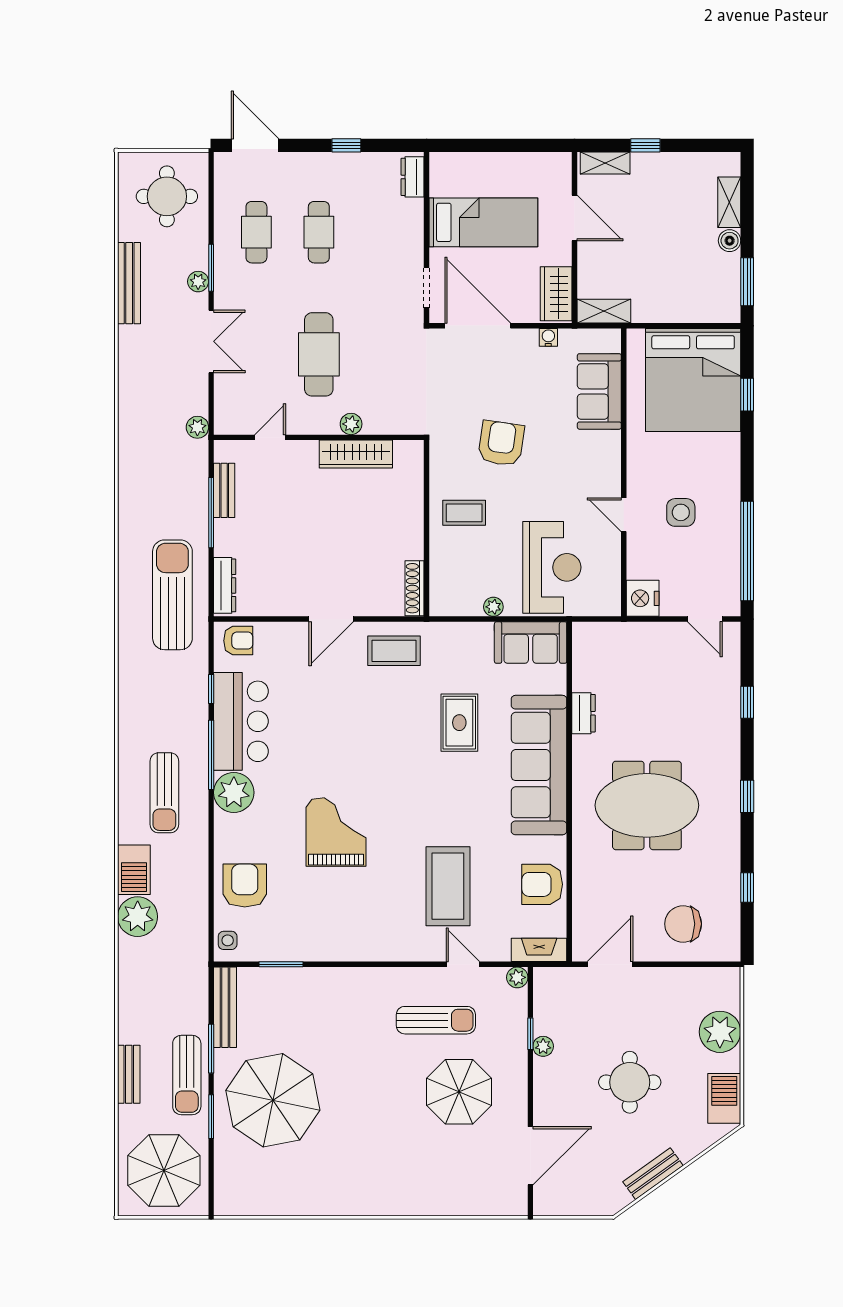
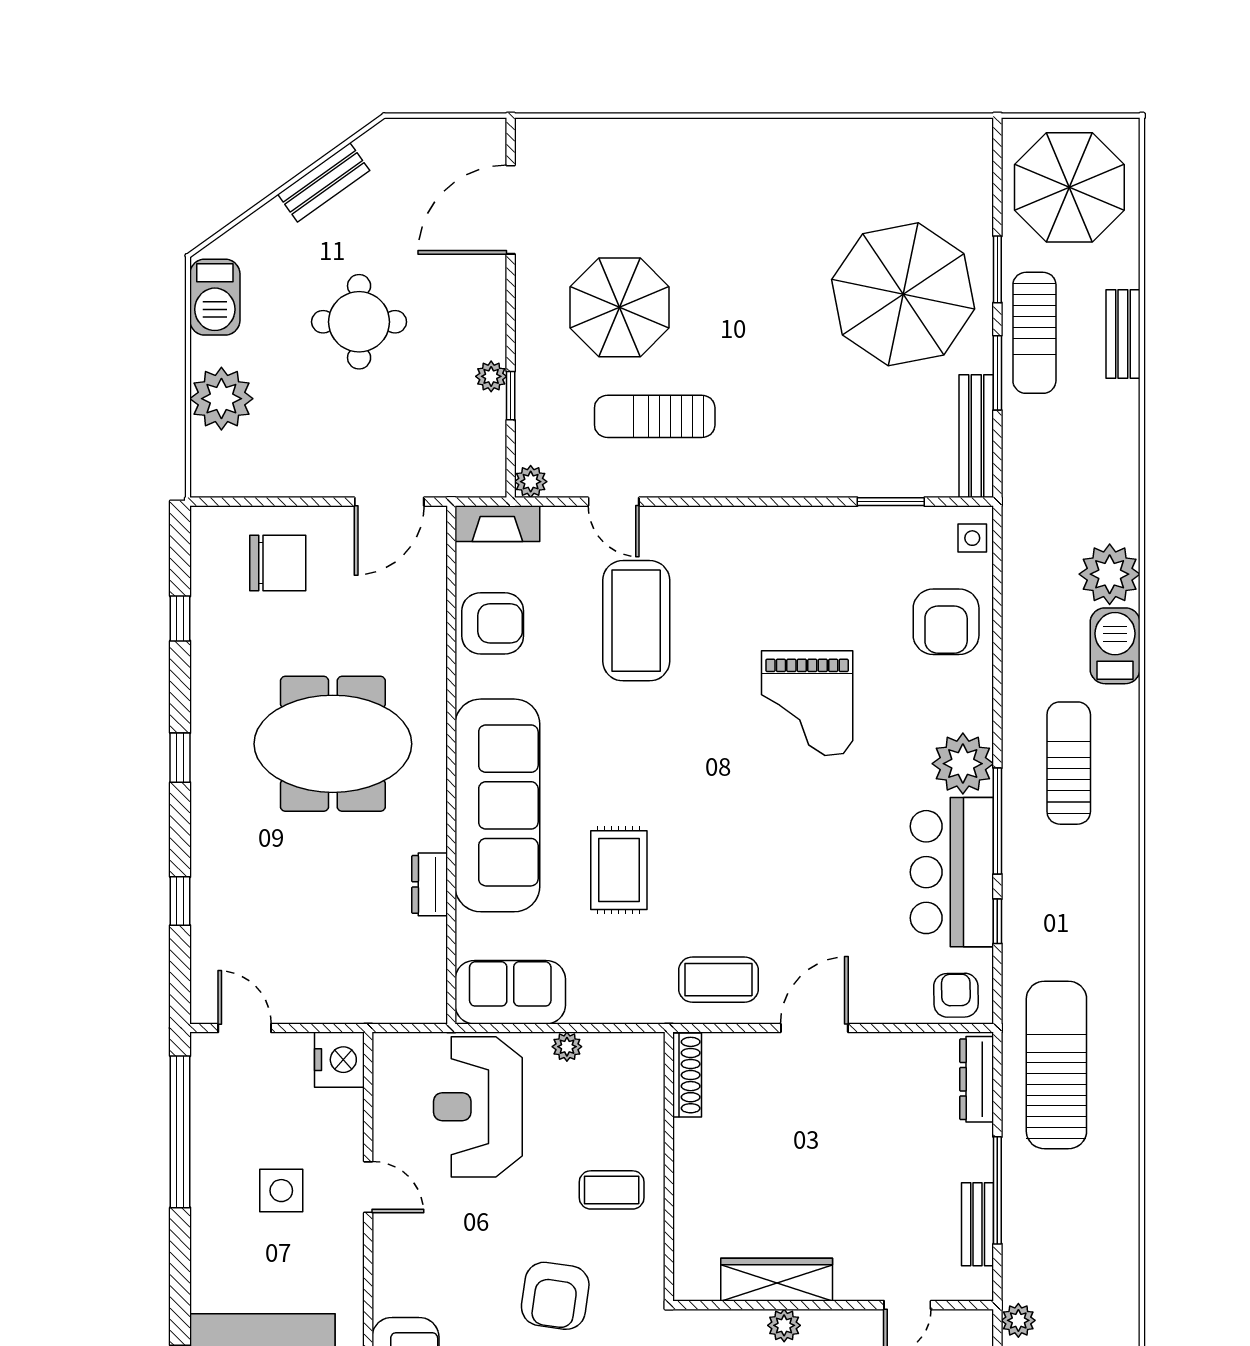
sun lounger: (172, 595) -> (1056, 1065), turned 180
armchair: (238, 641) -> (956, 995), turned 89
sun lounger: (187, 1075) -> (1034, 333), turned 180

